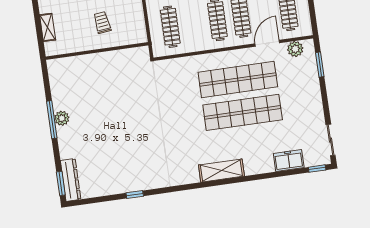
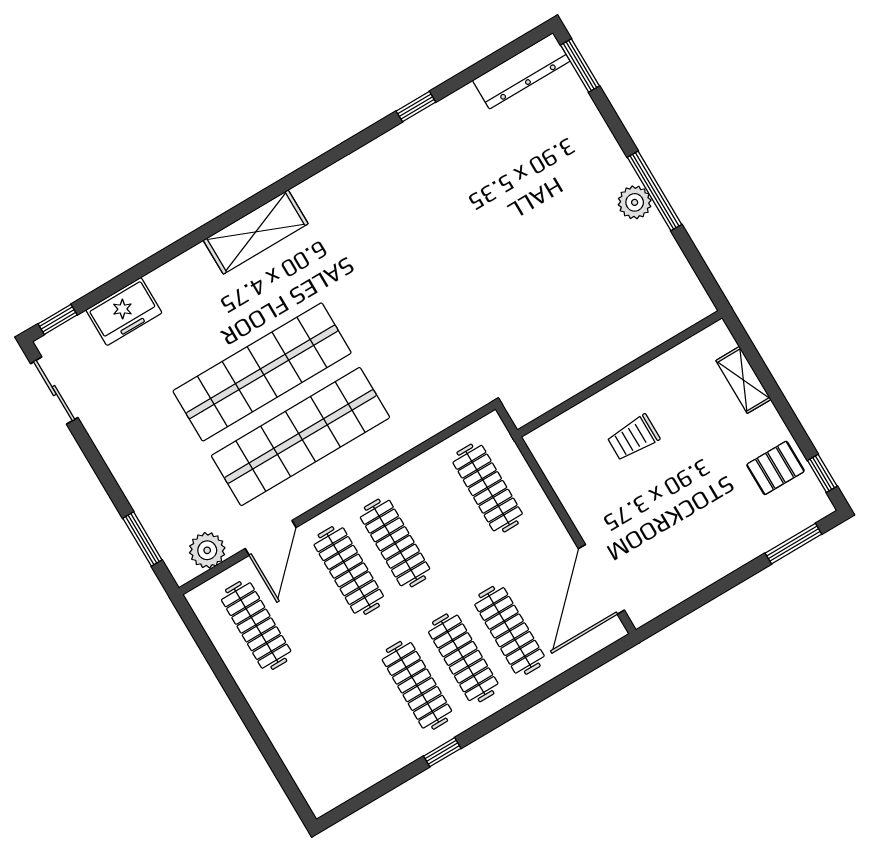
trolley: (102, 23) -> (633, 438), turned 97
dresser: (71, 180) -> (521, 71), moved, turned -90

